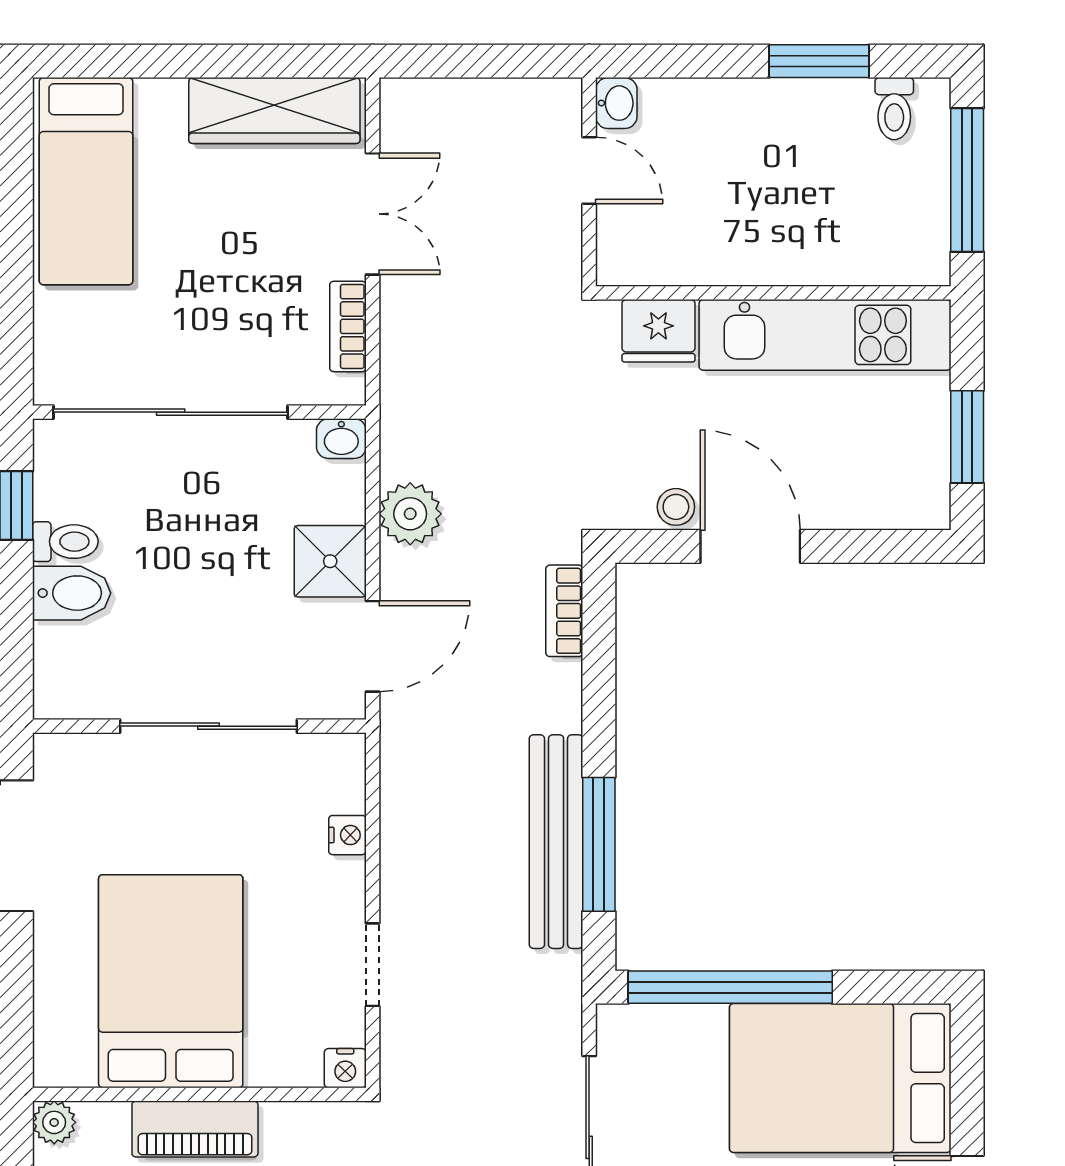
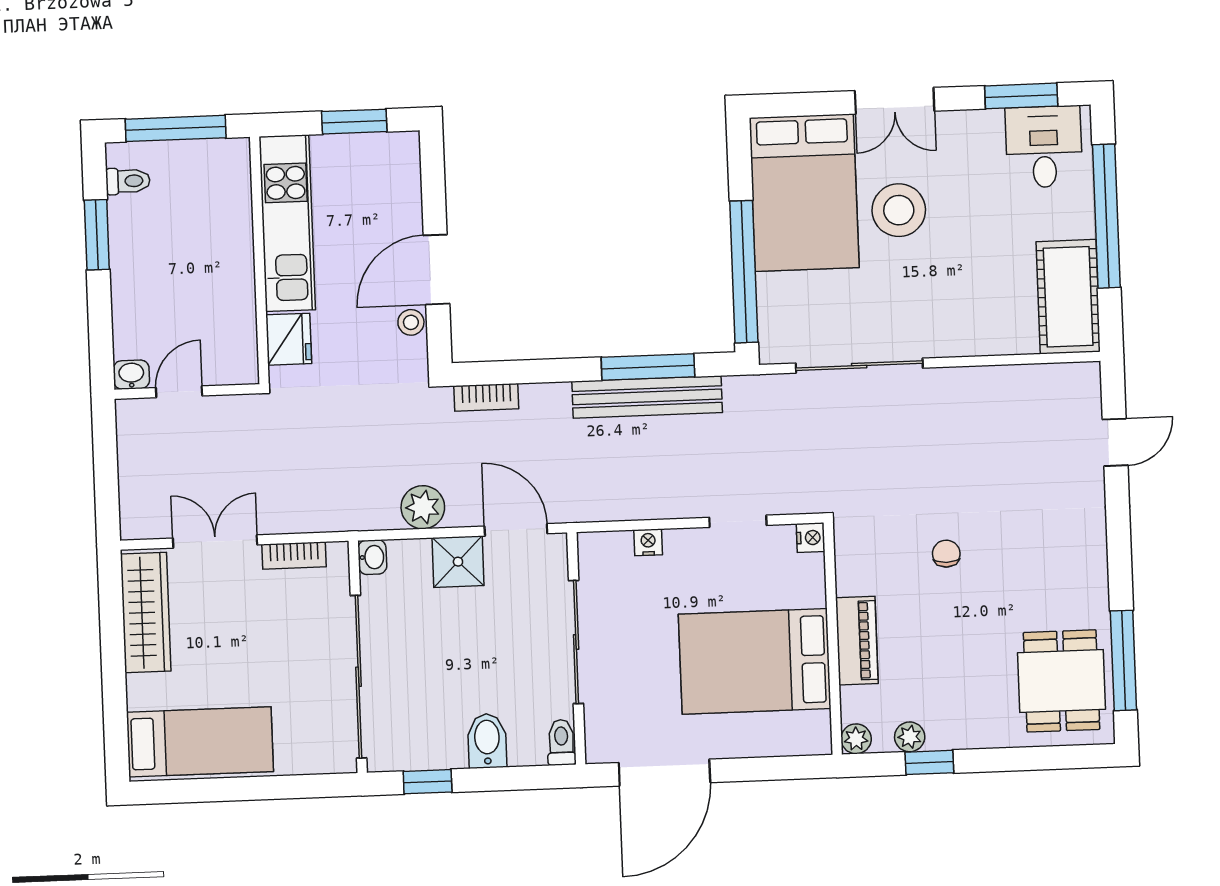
toilet: (65, 542) -> (561, 742), moved

